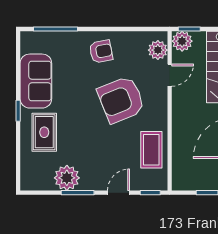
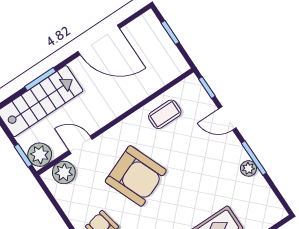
coffee table: (151, 150) -> (165, 114), width x0.73, depth x0.77
plant: (67, 178) -> (248, 168), width x0.53, depth x0.53

